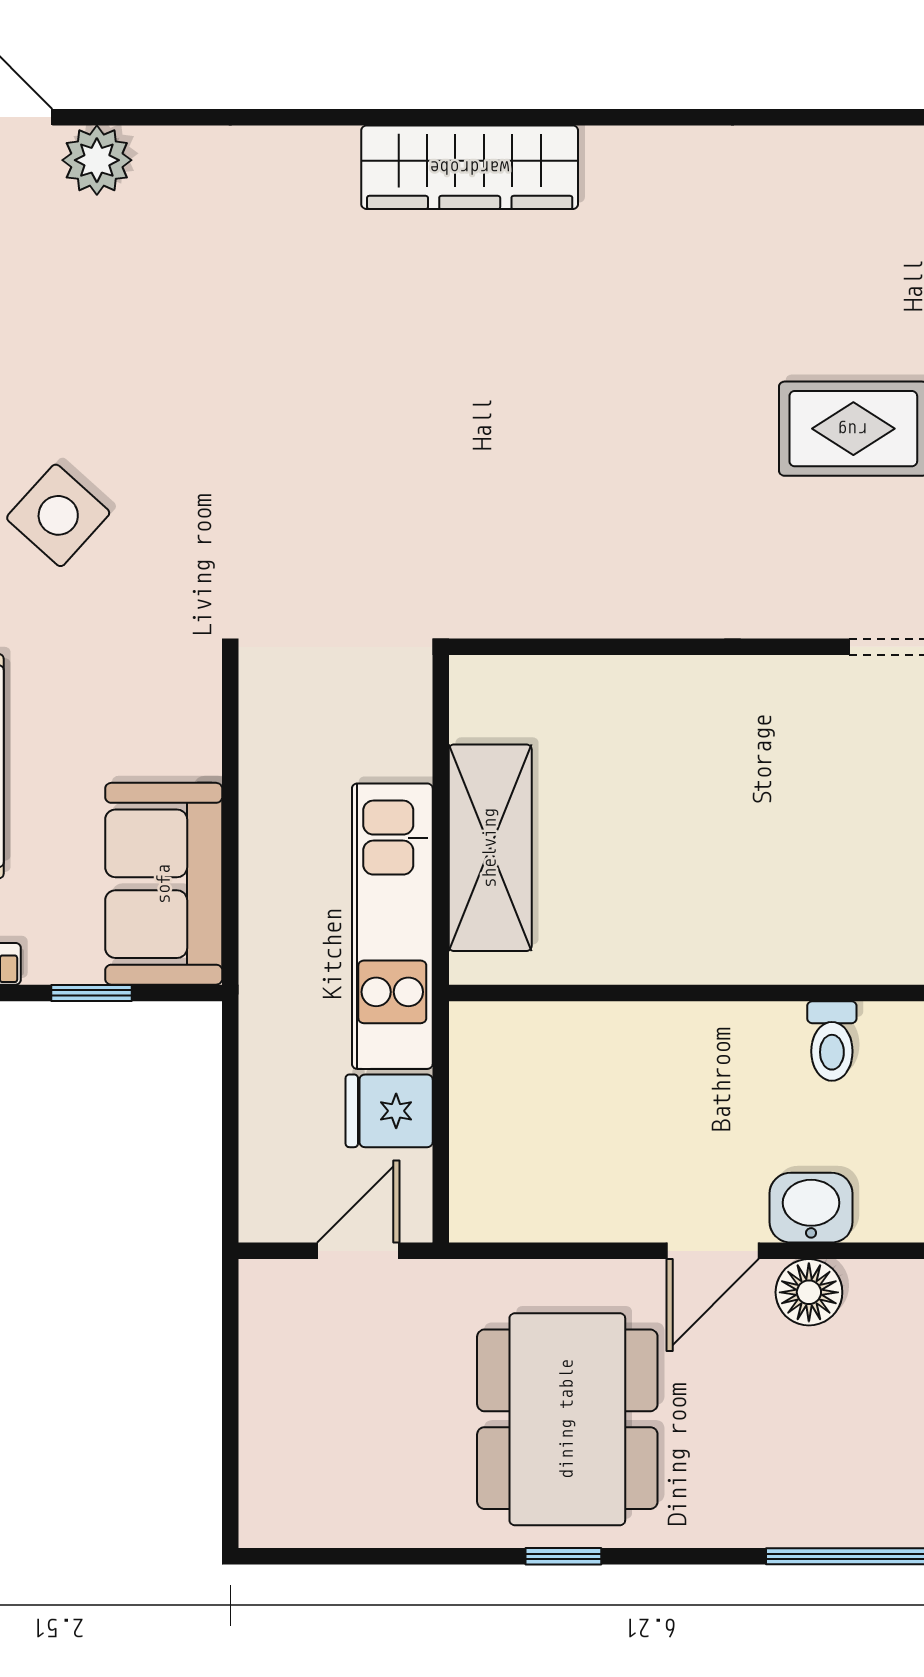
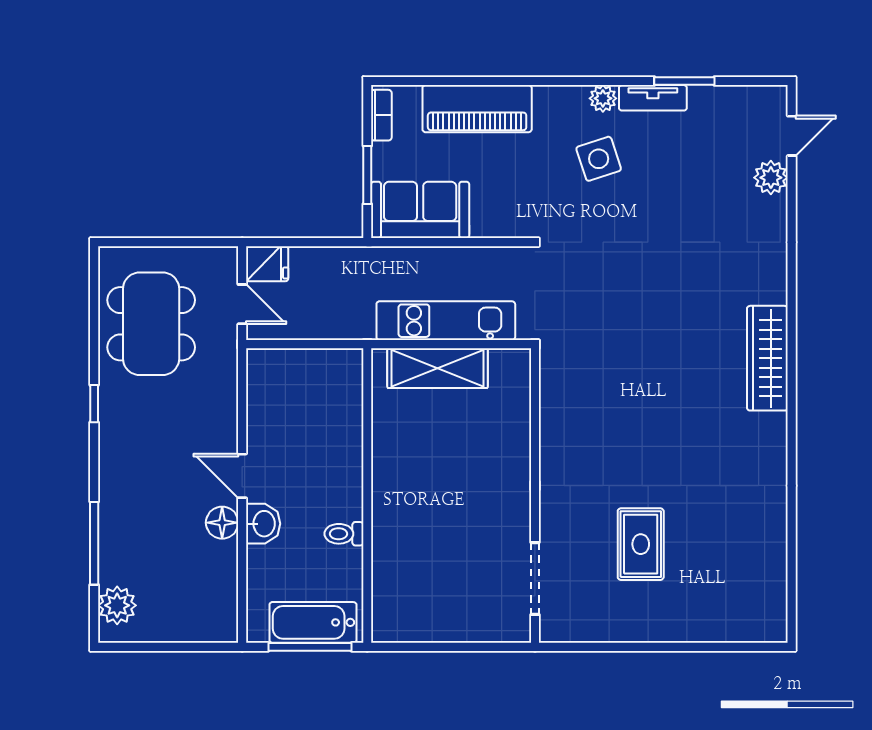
side table: (58, 515) -> (599, 159), turned 30
kitchen unit: (392, 926) -> (446, 321), moved
window: (92, 993) -> (367, 175), width x1.50
fridge: (389, 1111) -> (267, 264), moved, turned 90
dining table: (567, 1419) -> (151, 324), moved, turned 90

